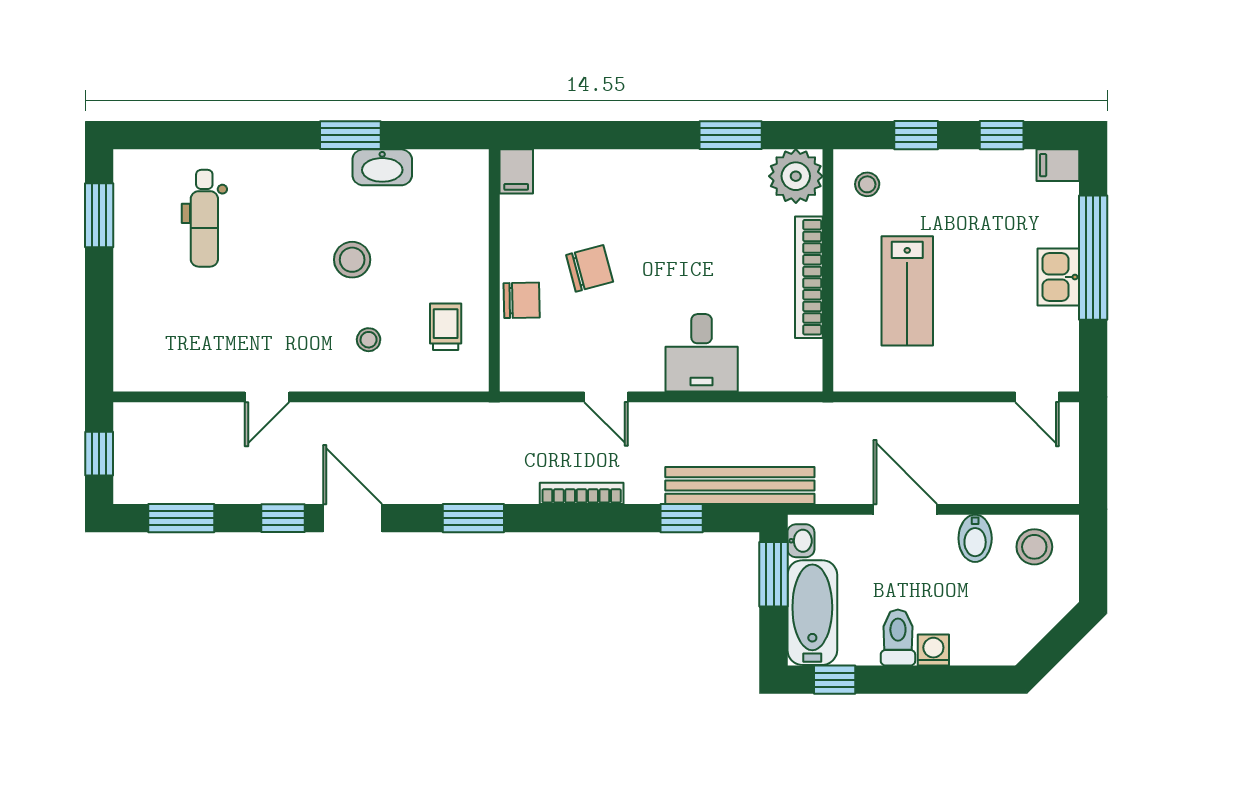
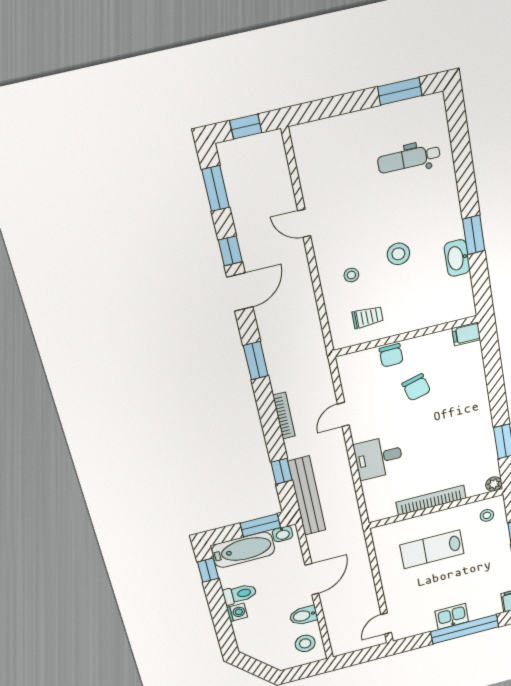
plant: (796, 176) -> (494, 484), width x0.53, depth x0.53

